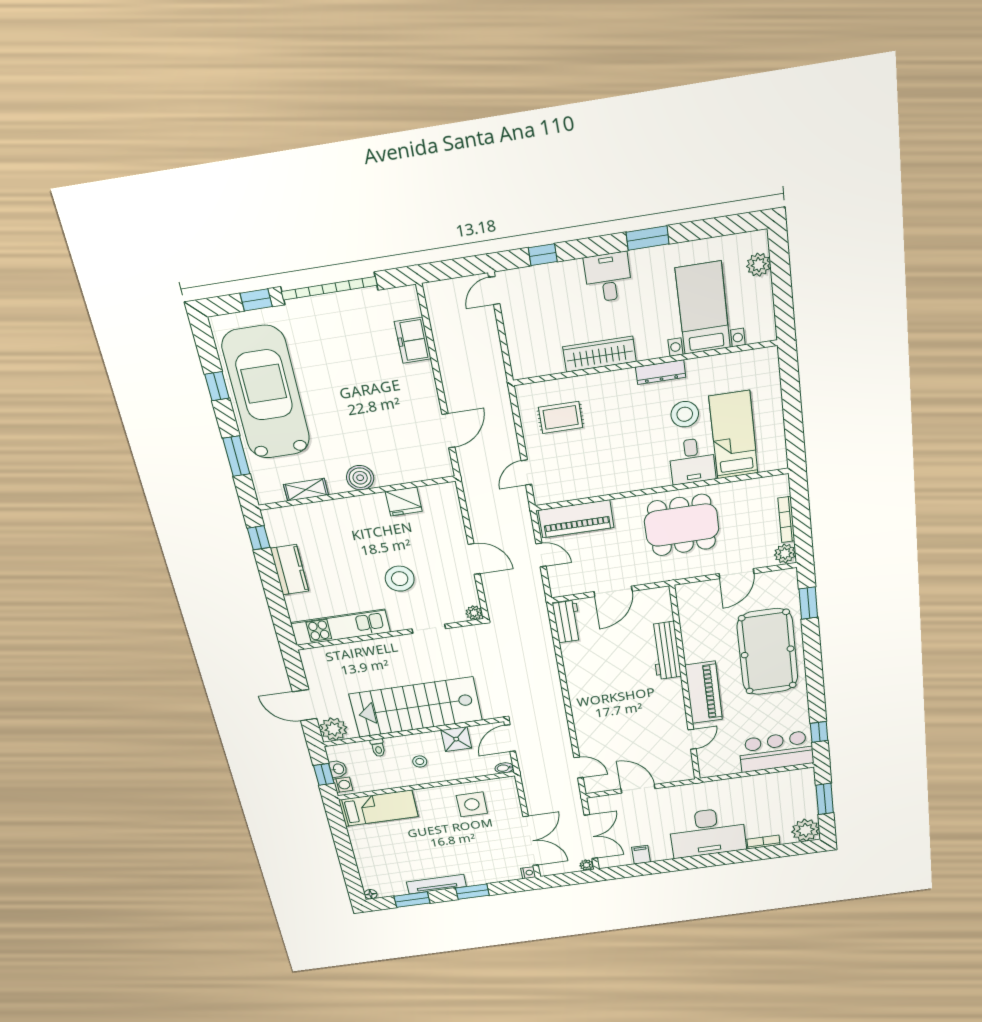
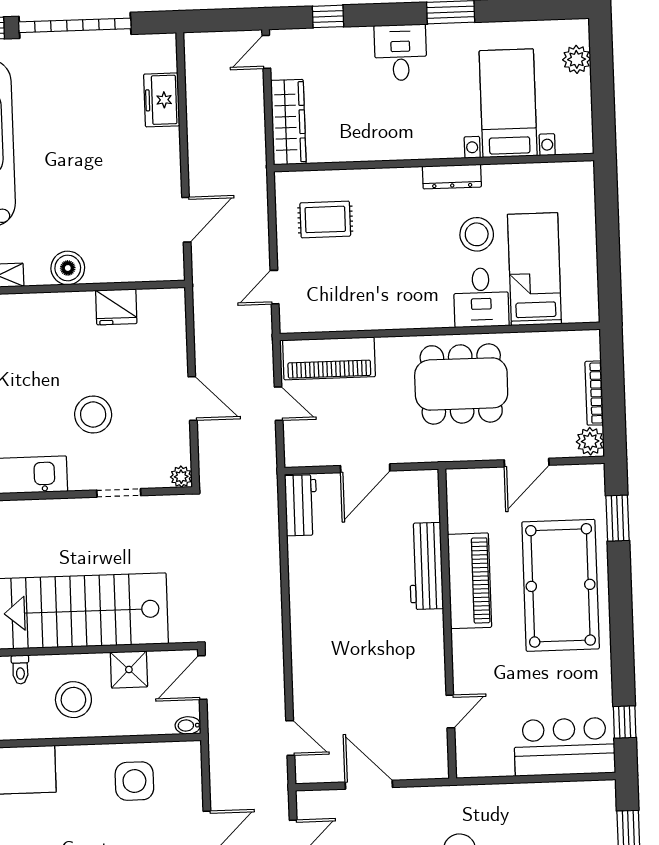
wardrobe: (599, 354) -> (288, 122), moved, turned 90
piano: (704, 692) -> (470, 581), moved
stool: (420, 761) -> (73, 700), width x1.89, depth x1.89

